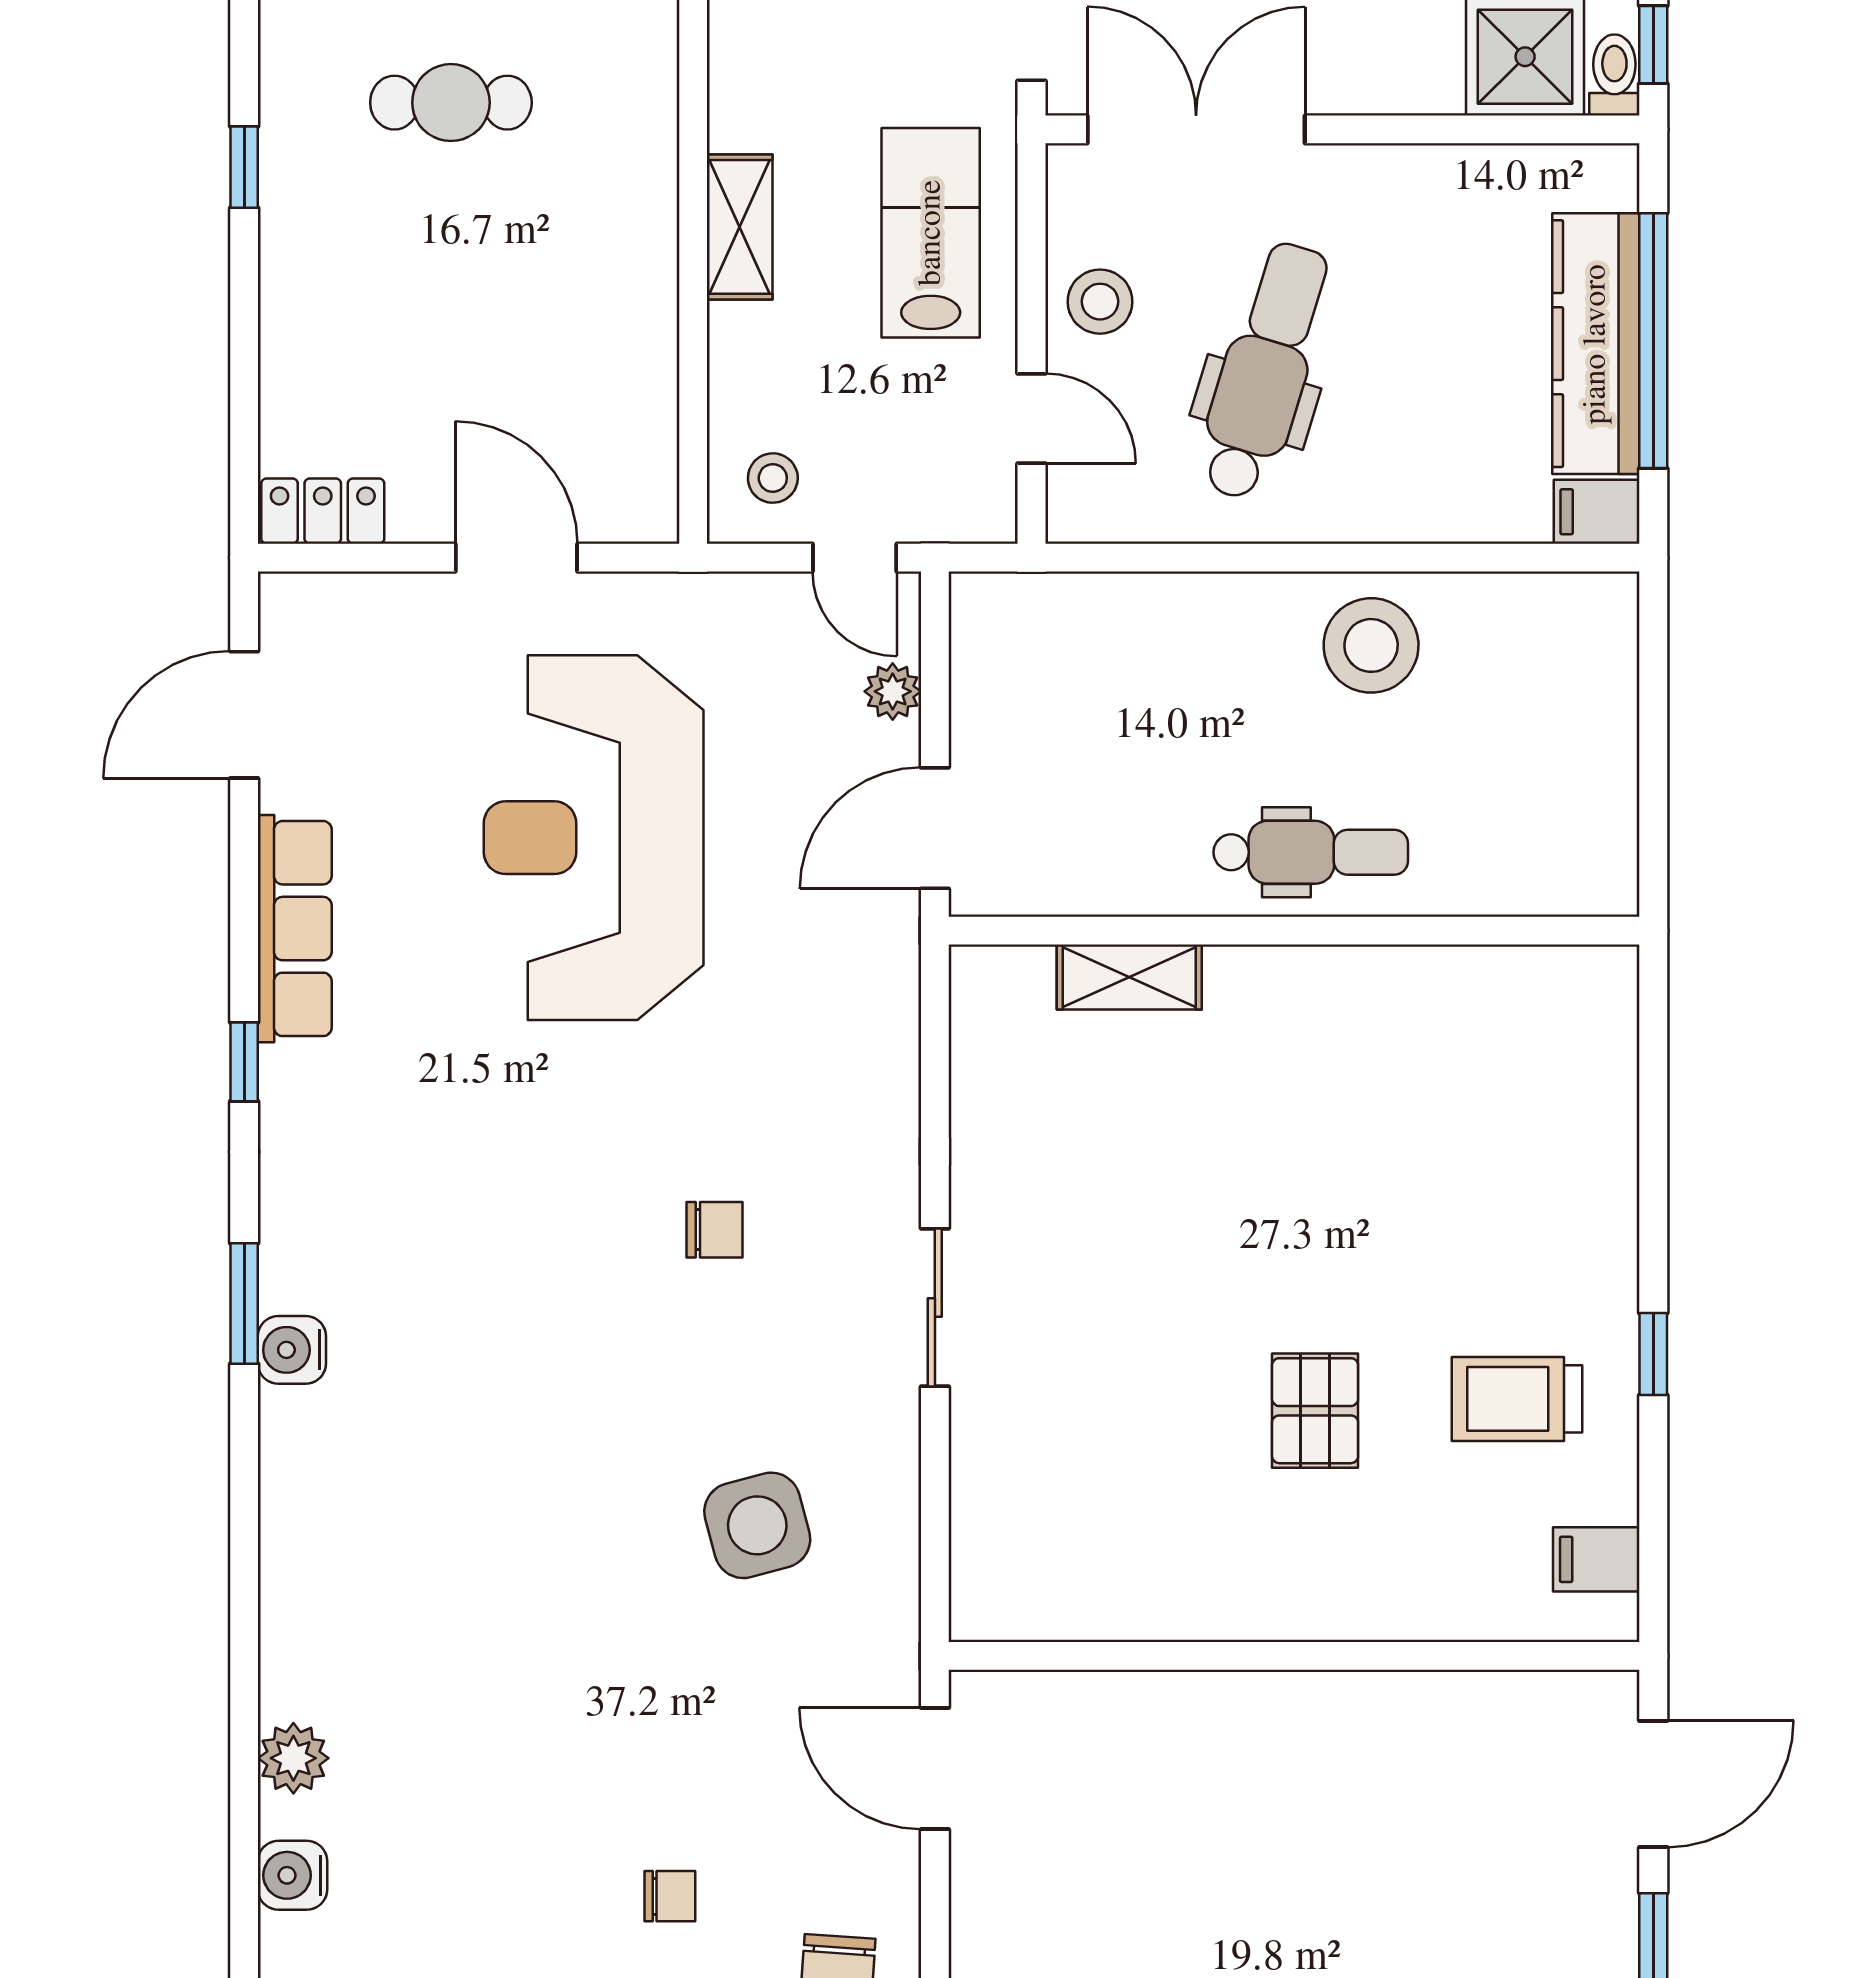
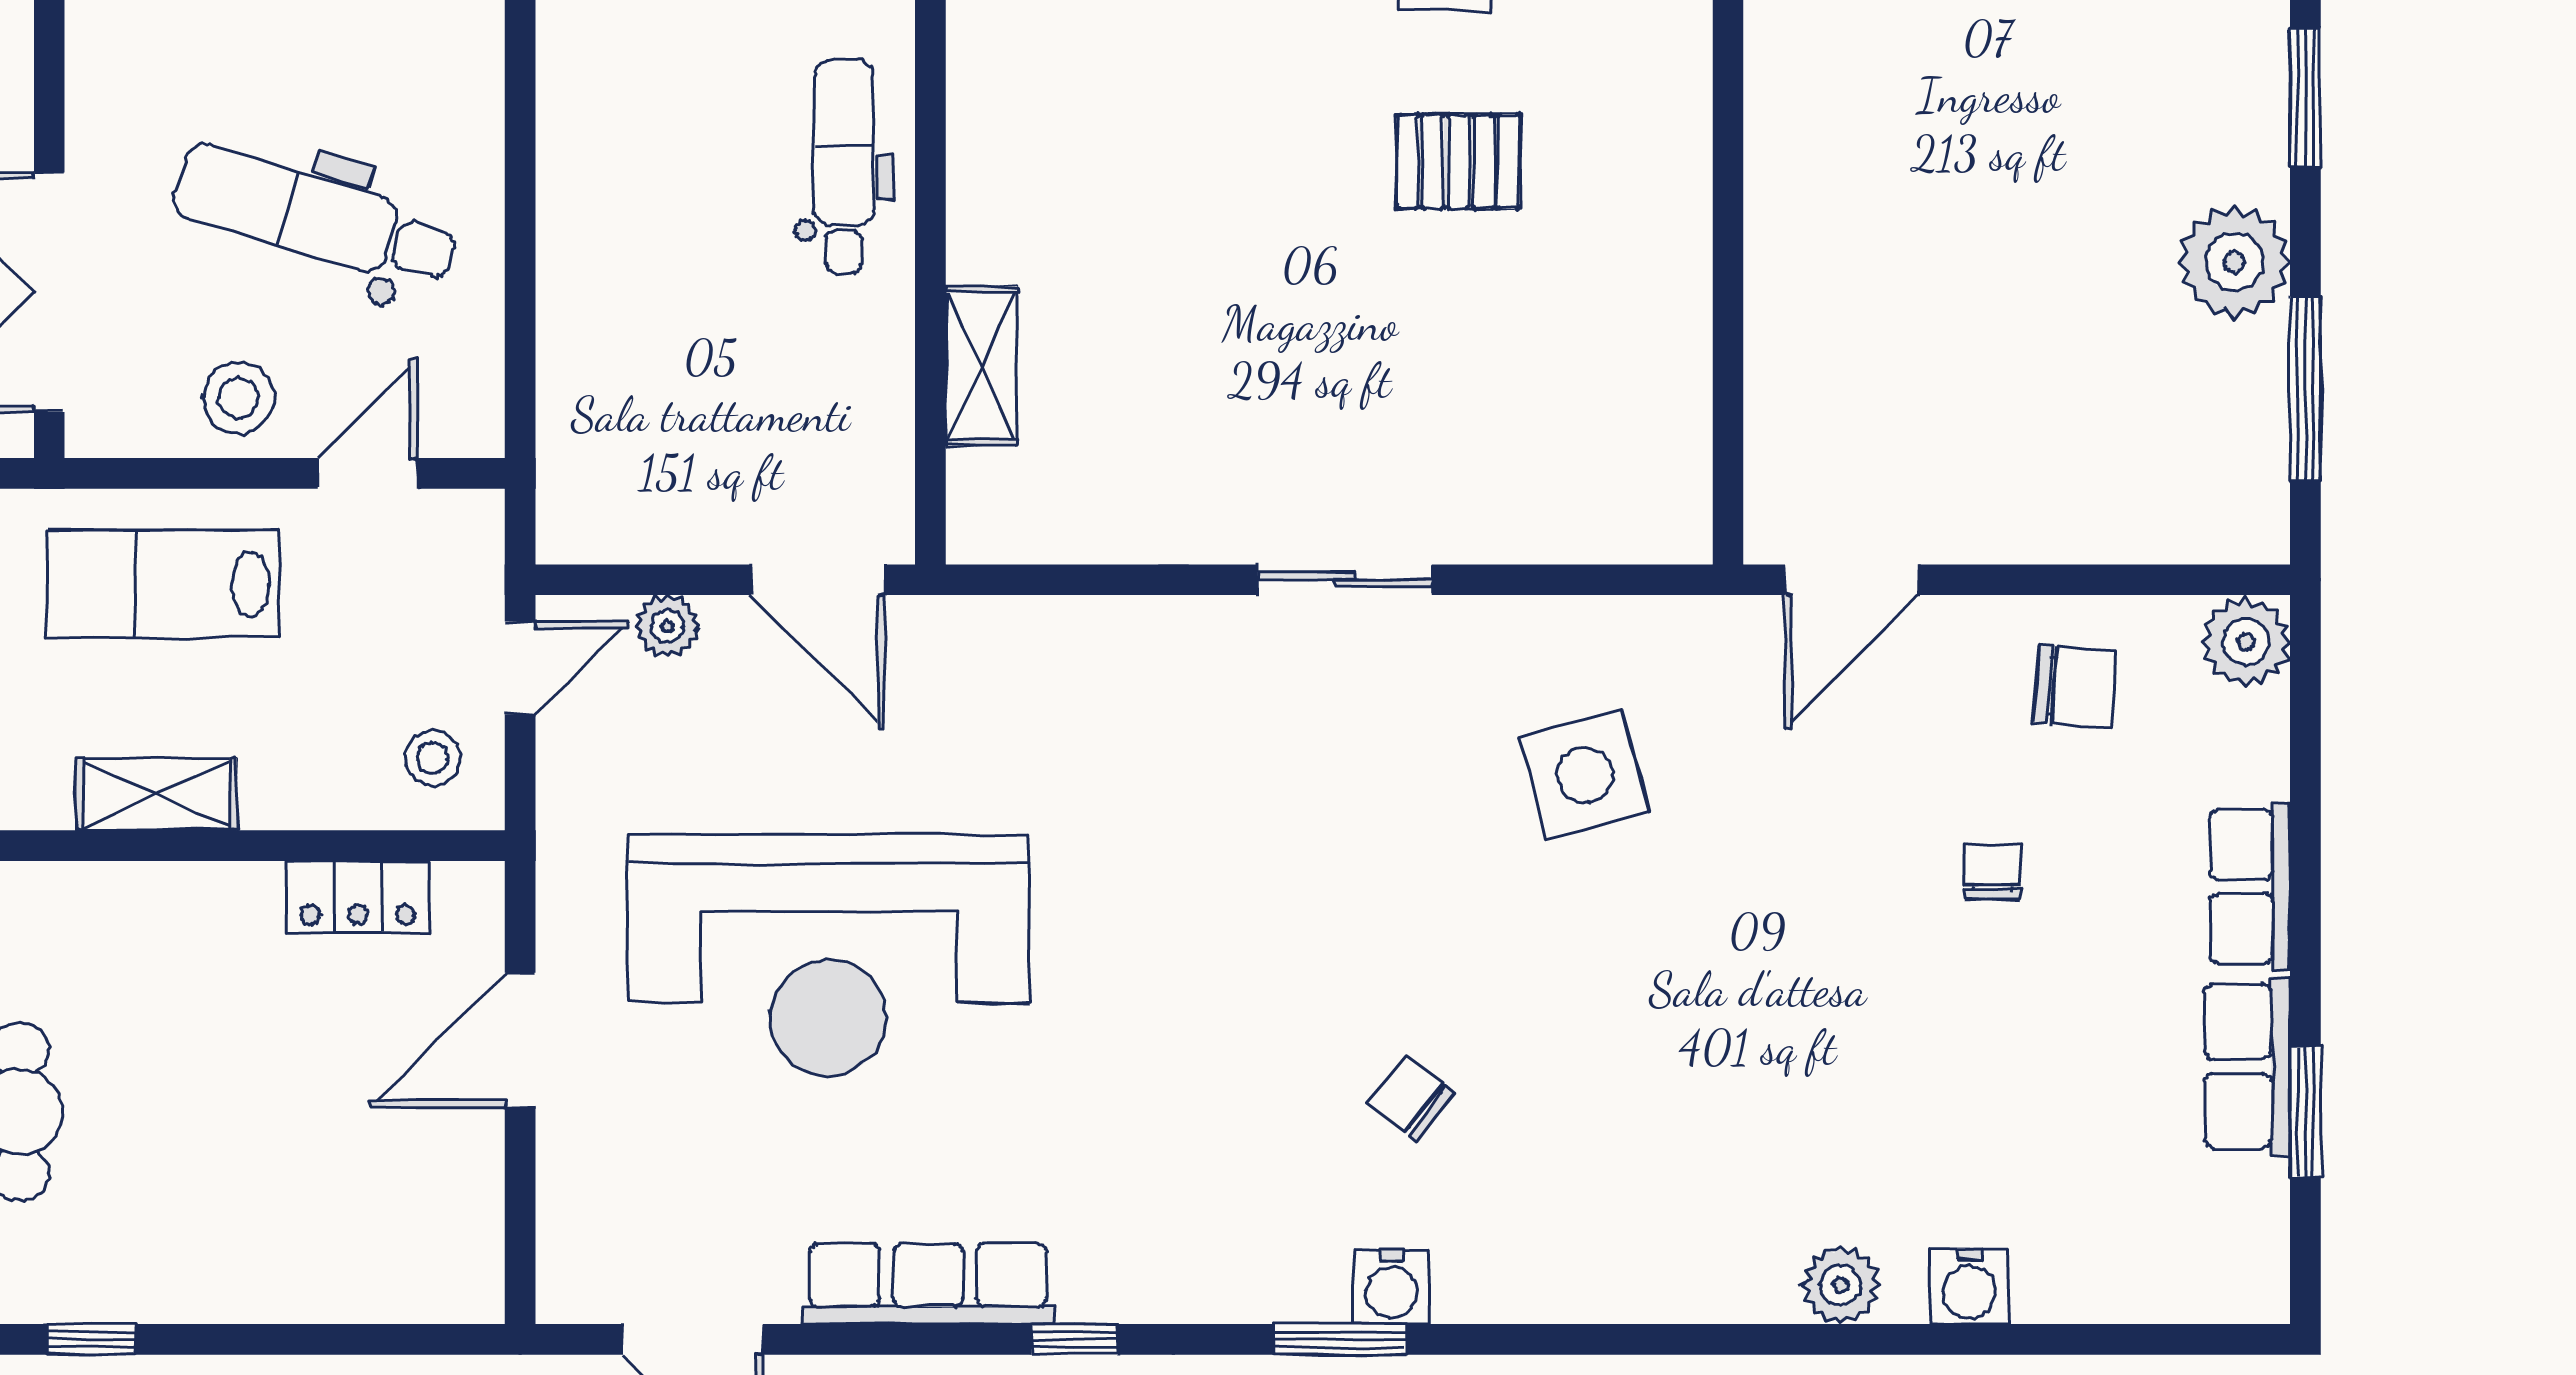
locker: (323, 511) -> (358, 897), moved, turned -90
stool: (1371, 645) -> (617, 100), removed
chair: (715, 1230) -> (1411, 1098), moved, turned -52

